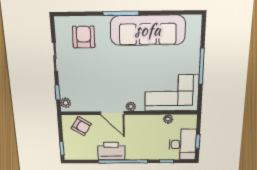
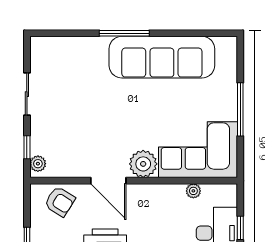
armchair: (84, 37) -> (70, 65), removed
plant: (131, 107) -> (143, 164), width x1.87, depth x1.87

